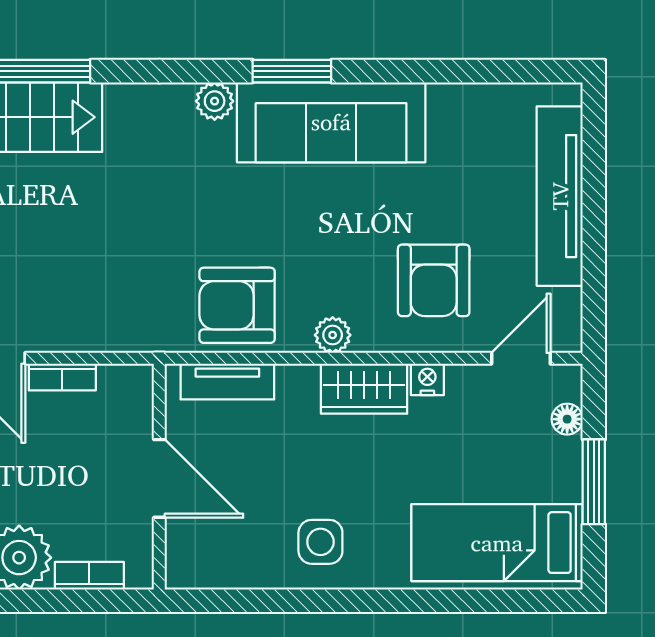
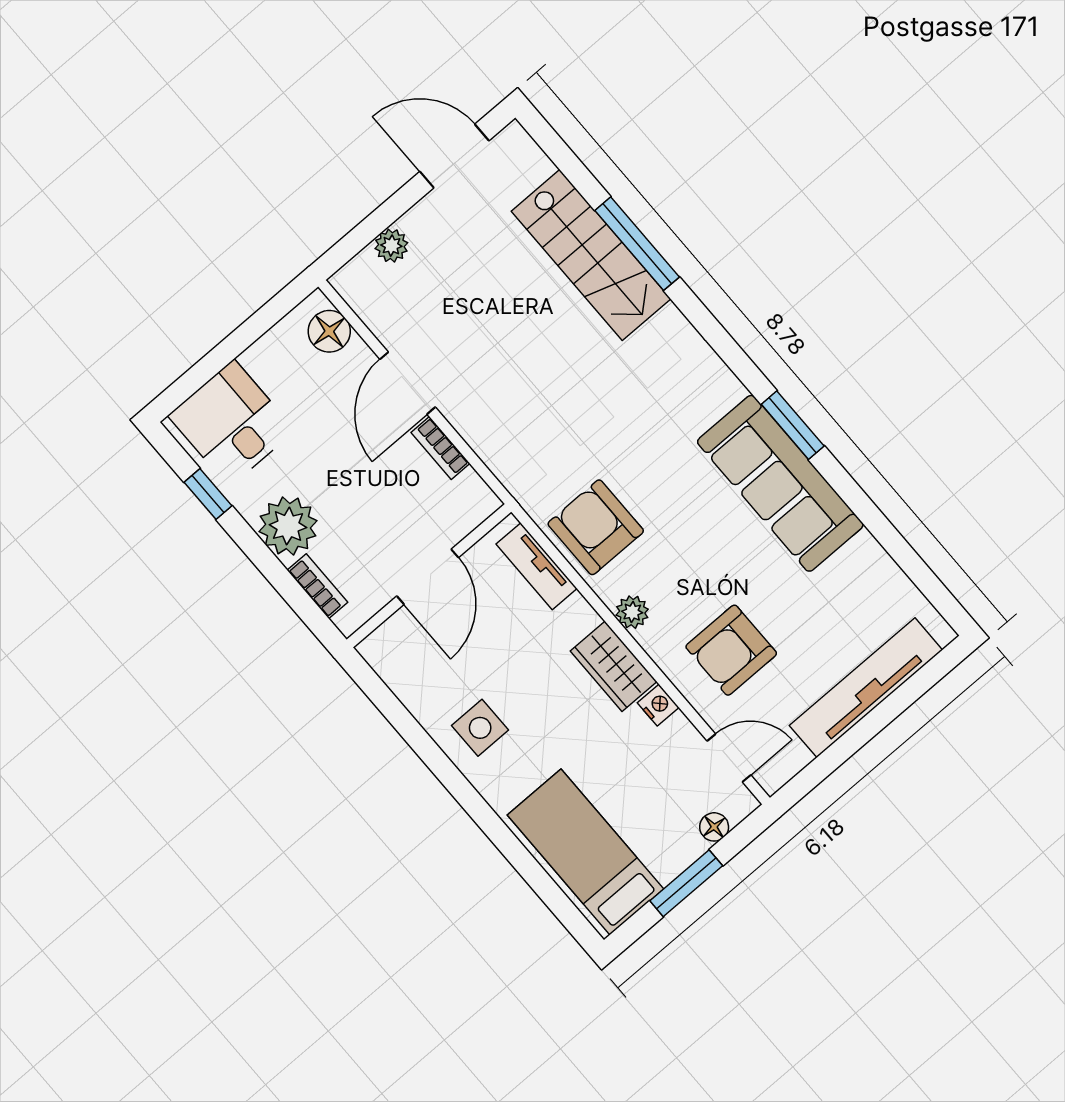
plant: (215, 101) -> (725, 389), removed

